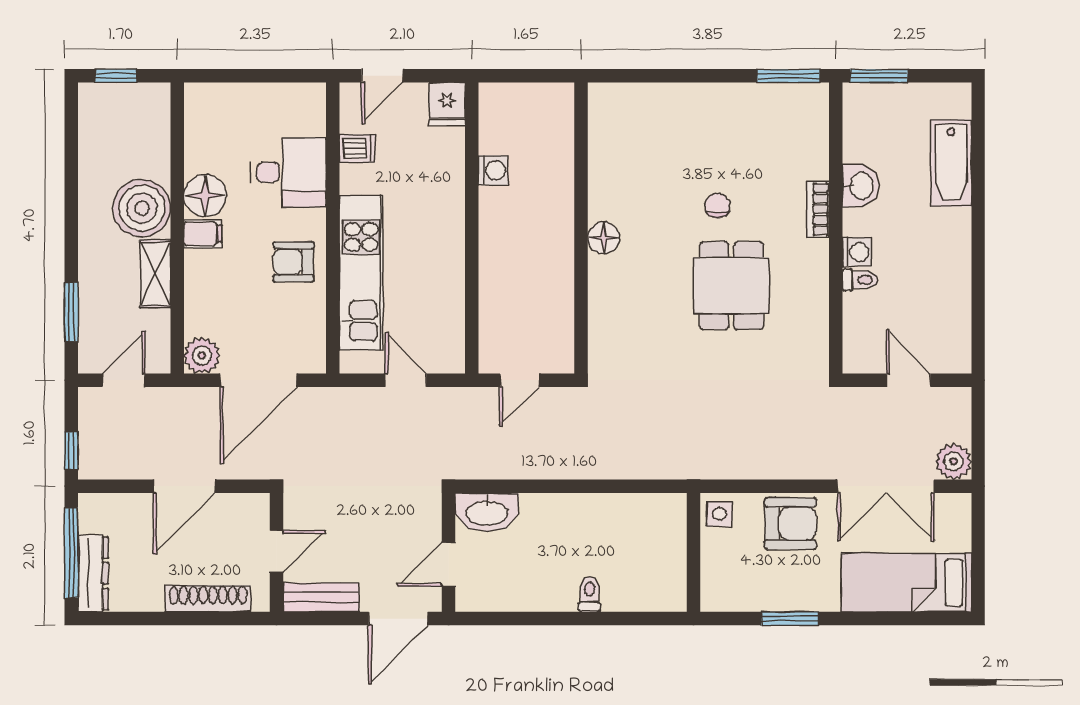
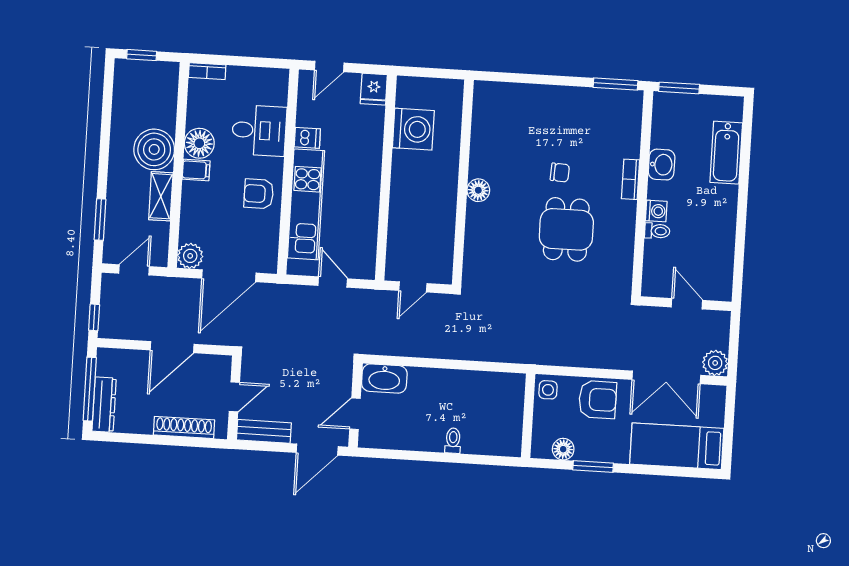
bookcase: (210, 93) -> (207, 71), added
dishwasher: (357, 148) -> (307, 138), moved
washing machine: (493, 170) -> (413, 129), width x1.89, depth x1.89
chair: (717, 206) -> (560, 172), turned 93
floor lamp: (746, 597) -> (563, 449), added

